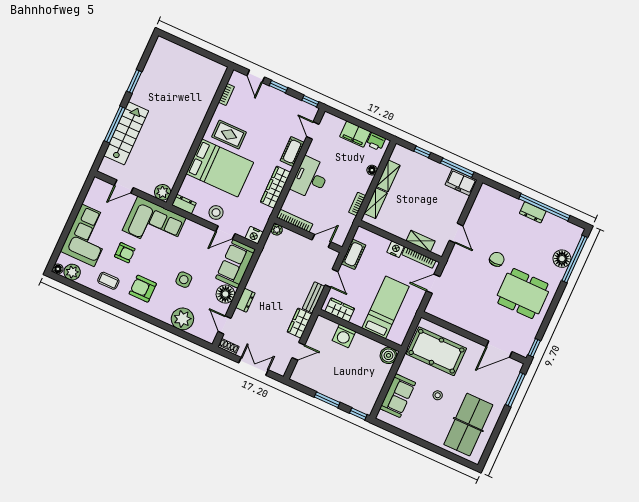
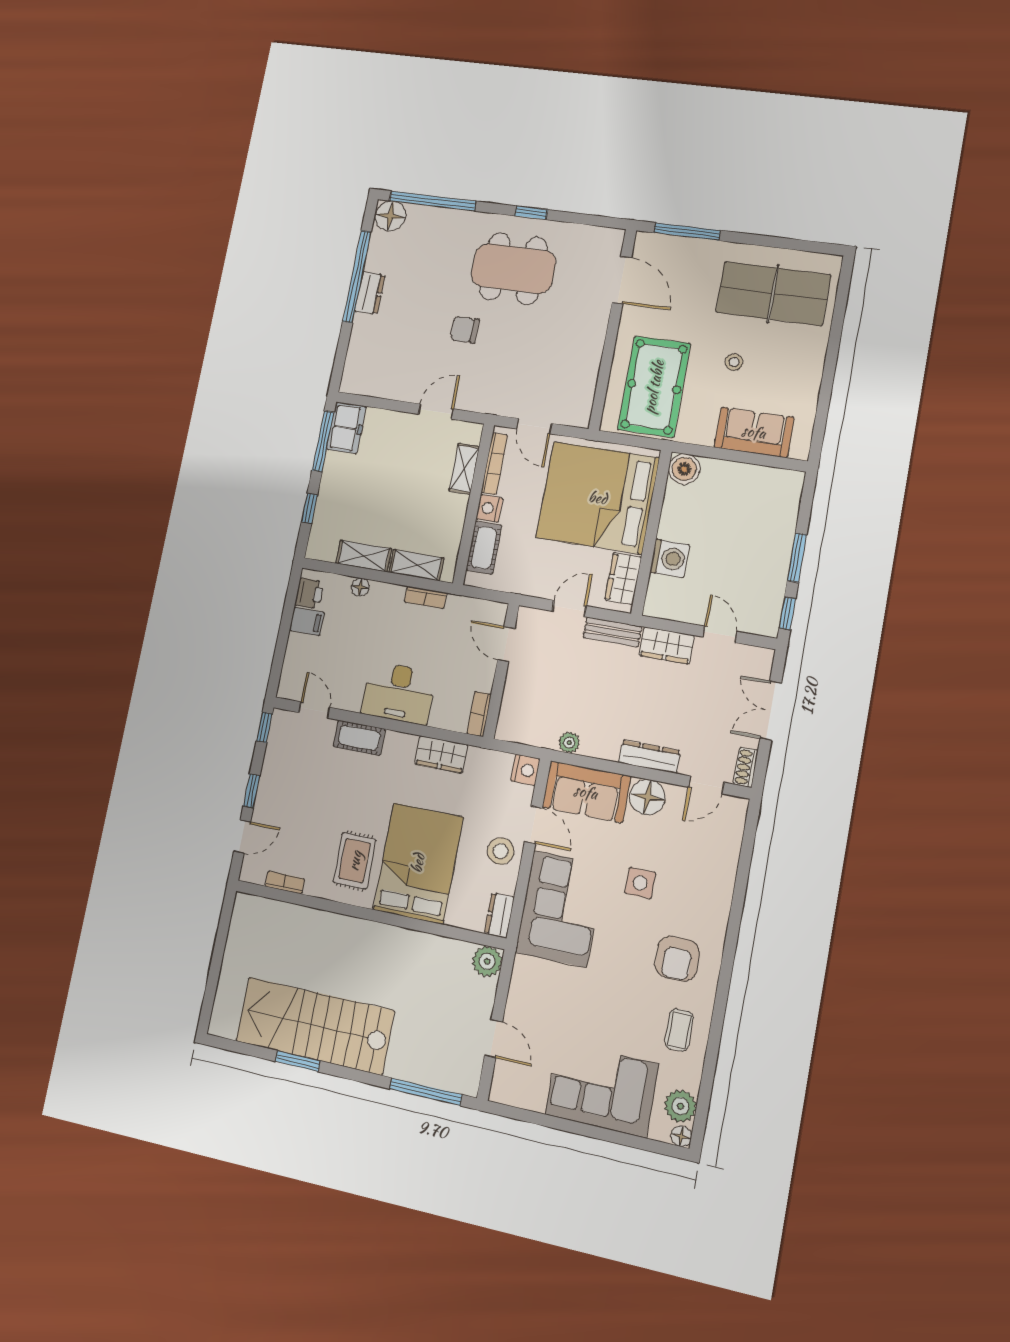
window: (115, 124) -> (426, 1092), moved
door: (313, 130) -> (314, 710), swing flipped
stairs: (126, 133) -> (315, 1026), moved, width x1.36, depth x1.51
filing cabinet: (355, 134) -> (307, 621), width x0.50
wardrobe: (275, 187) -> (441, 754), width x0.67
bookcase: (295, 221) -> (479, 714), width x0.64
corner sofa: (154, 224) -> (560, 909), moved
plant: (277, 230) -> (569, 743), moved
armchair: (125, 253) -> (617, 1009), removed
cot: (354, 254) -> (484, 548), moved, turned 90
floor lamp: (562, 259) -> (390, 216), moved
dining table: (523, 294) -> (513, 269), turned 90
dresser: (245, 300) -> (649, 757), width x1.44
bed: (386, 307) -> (598, 498), width x2.04
plant: (182, 319) -> (716, 868), removed
window: (534, 348) -> (531, 213), moved
window: (358, 414) -> (787, 613), moved

